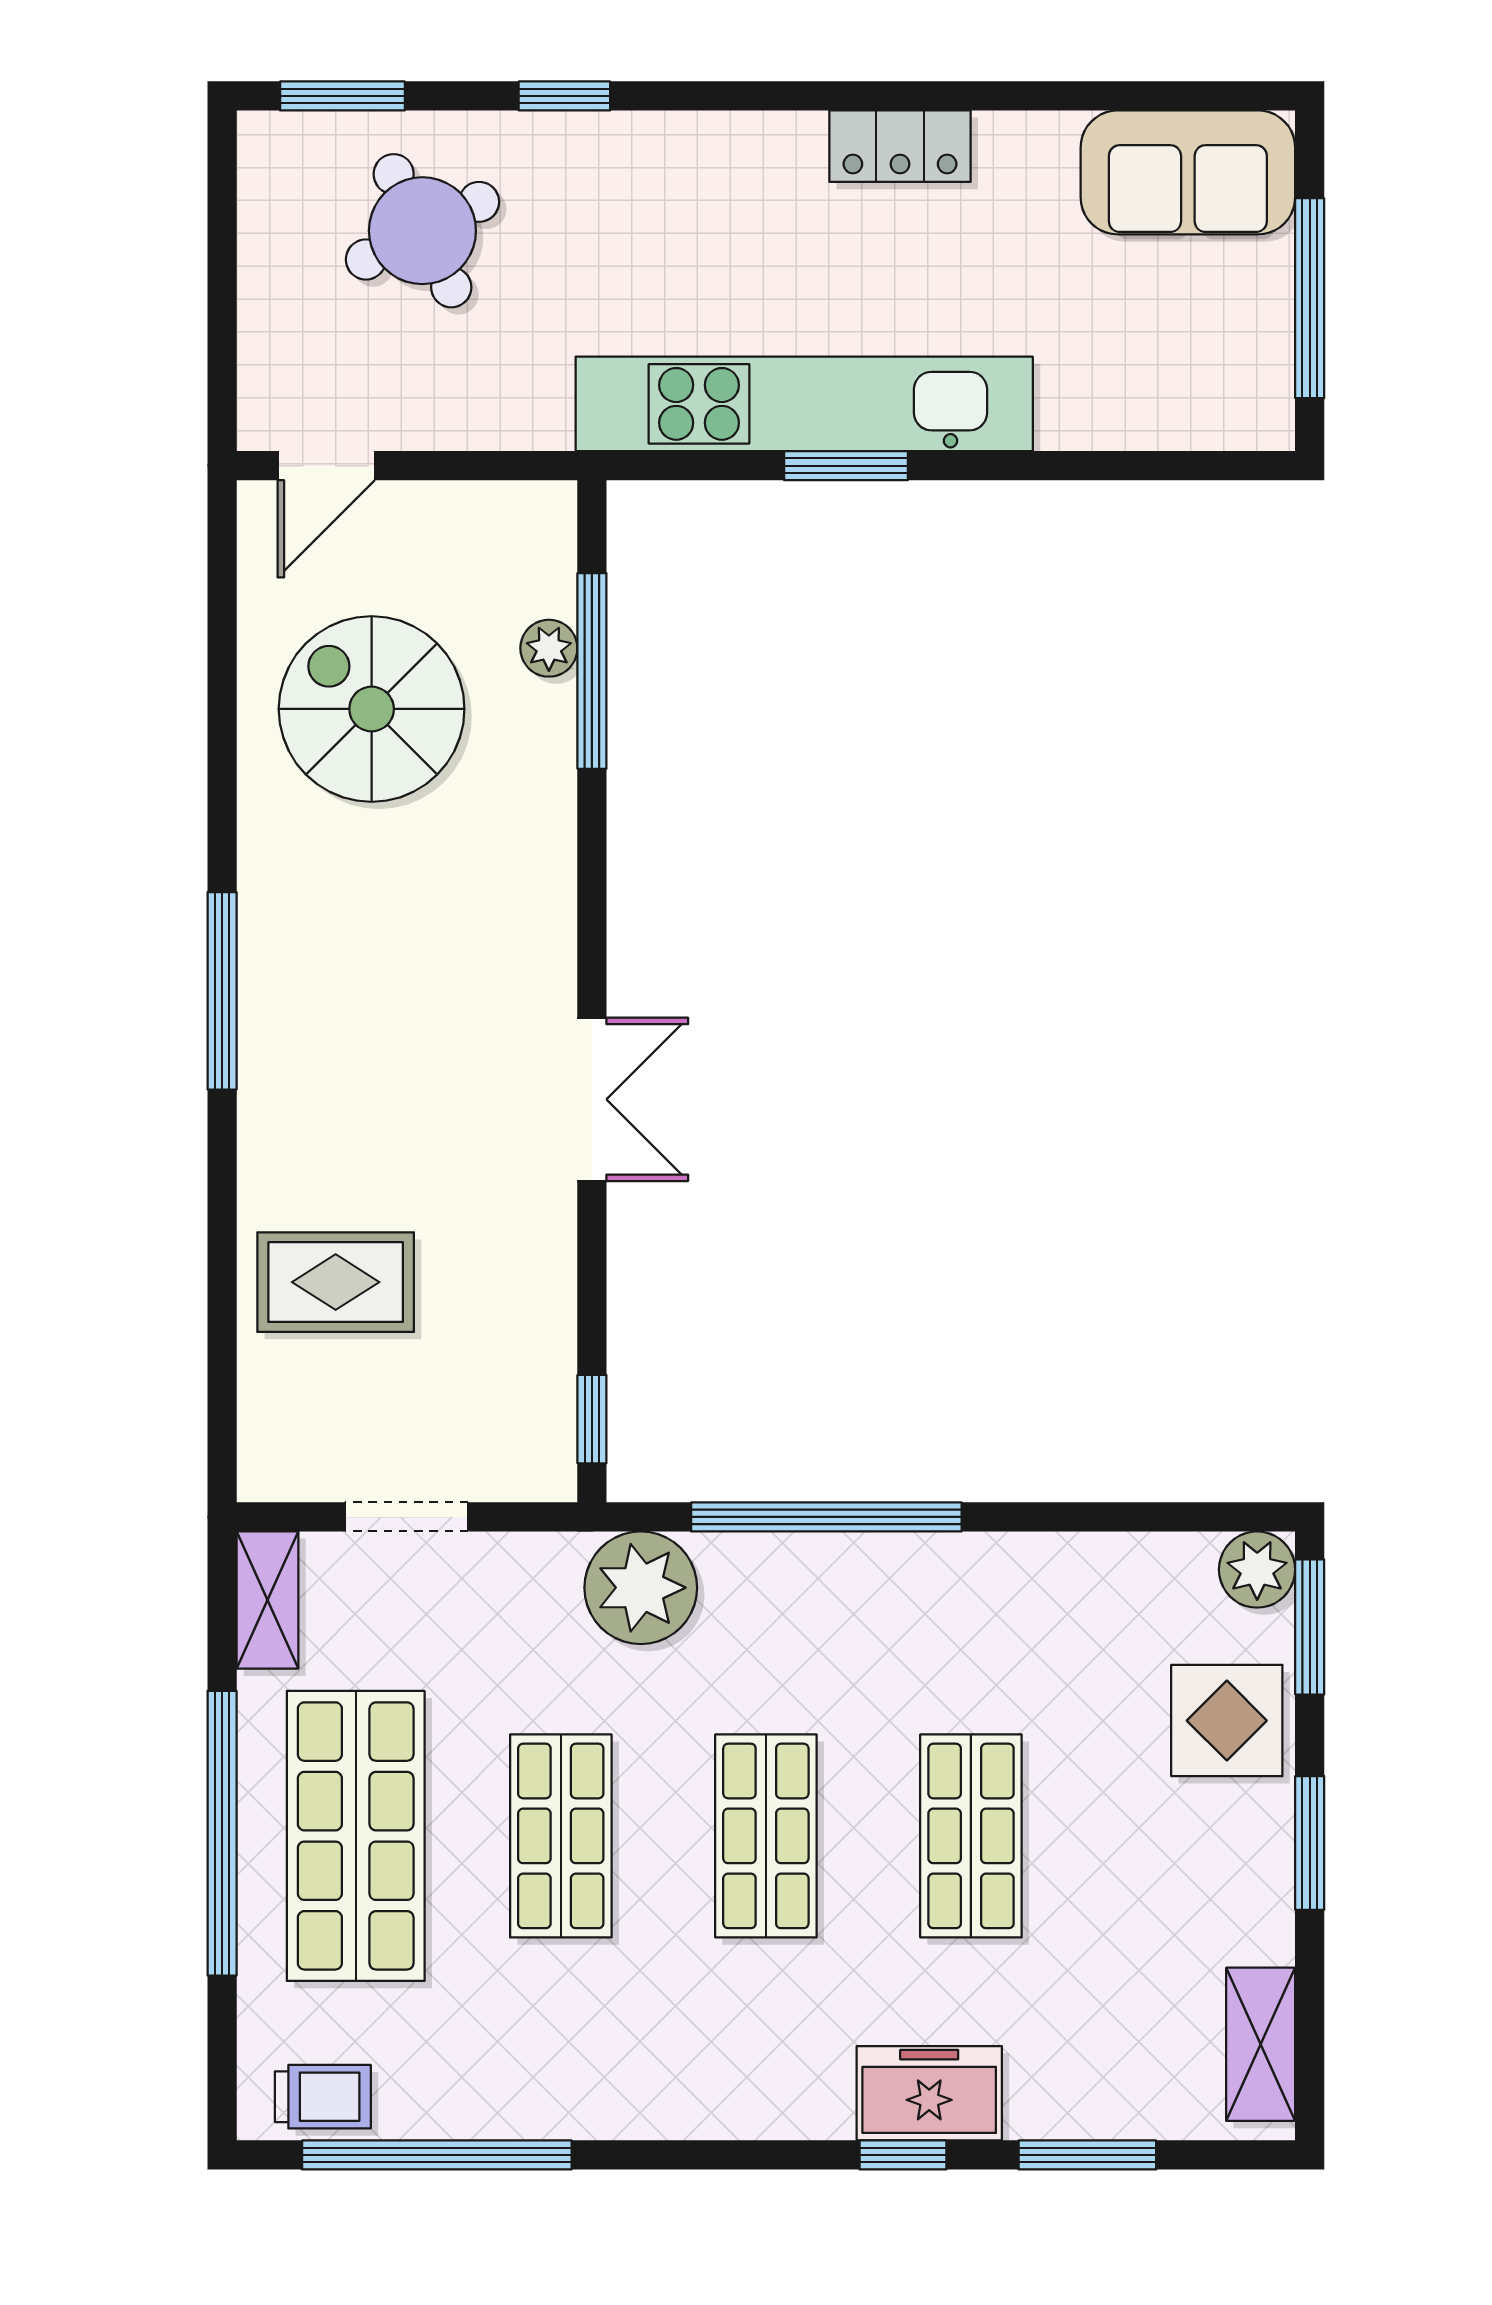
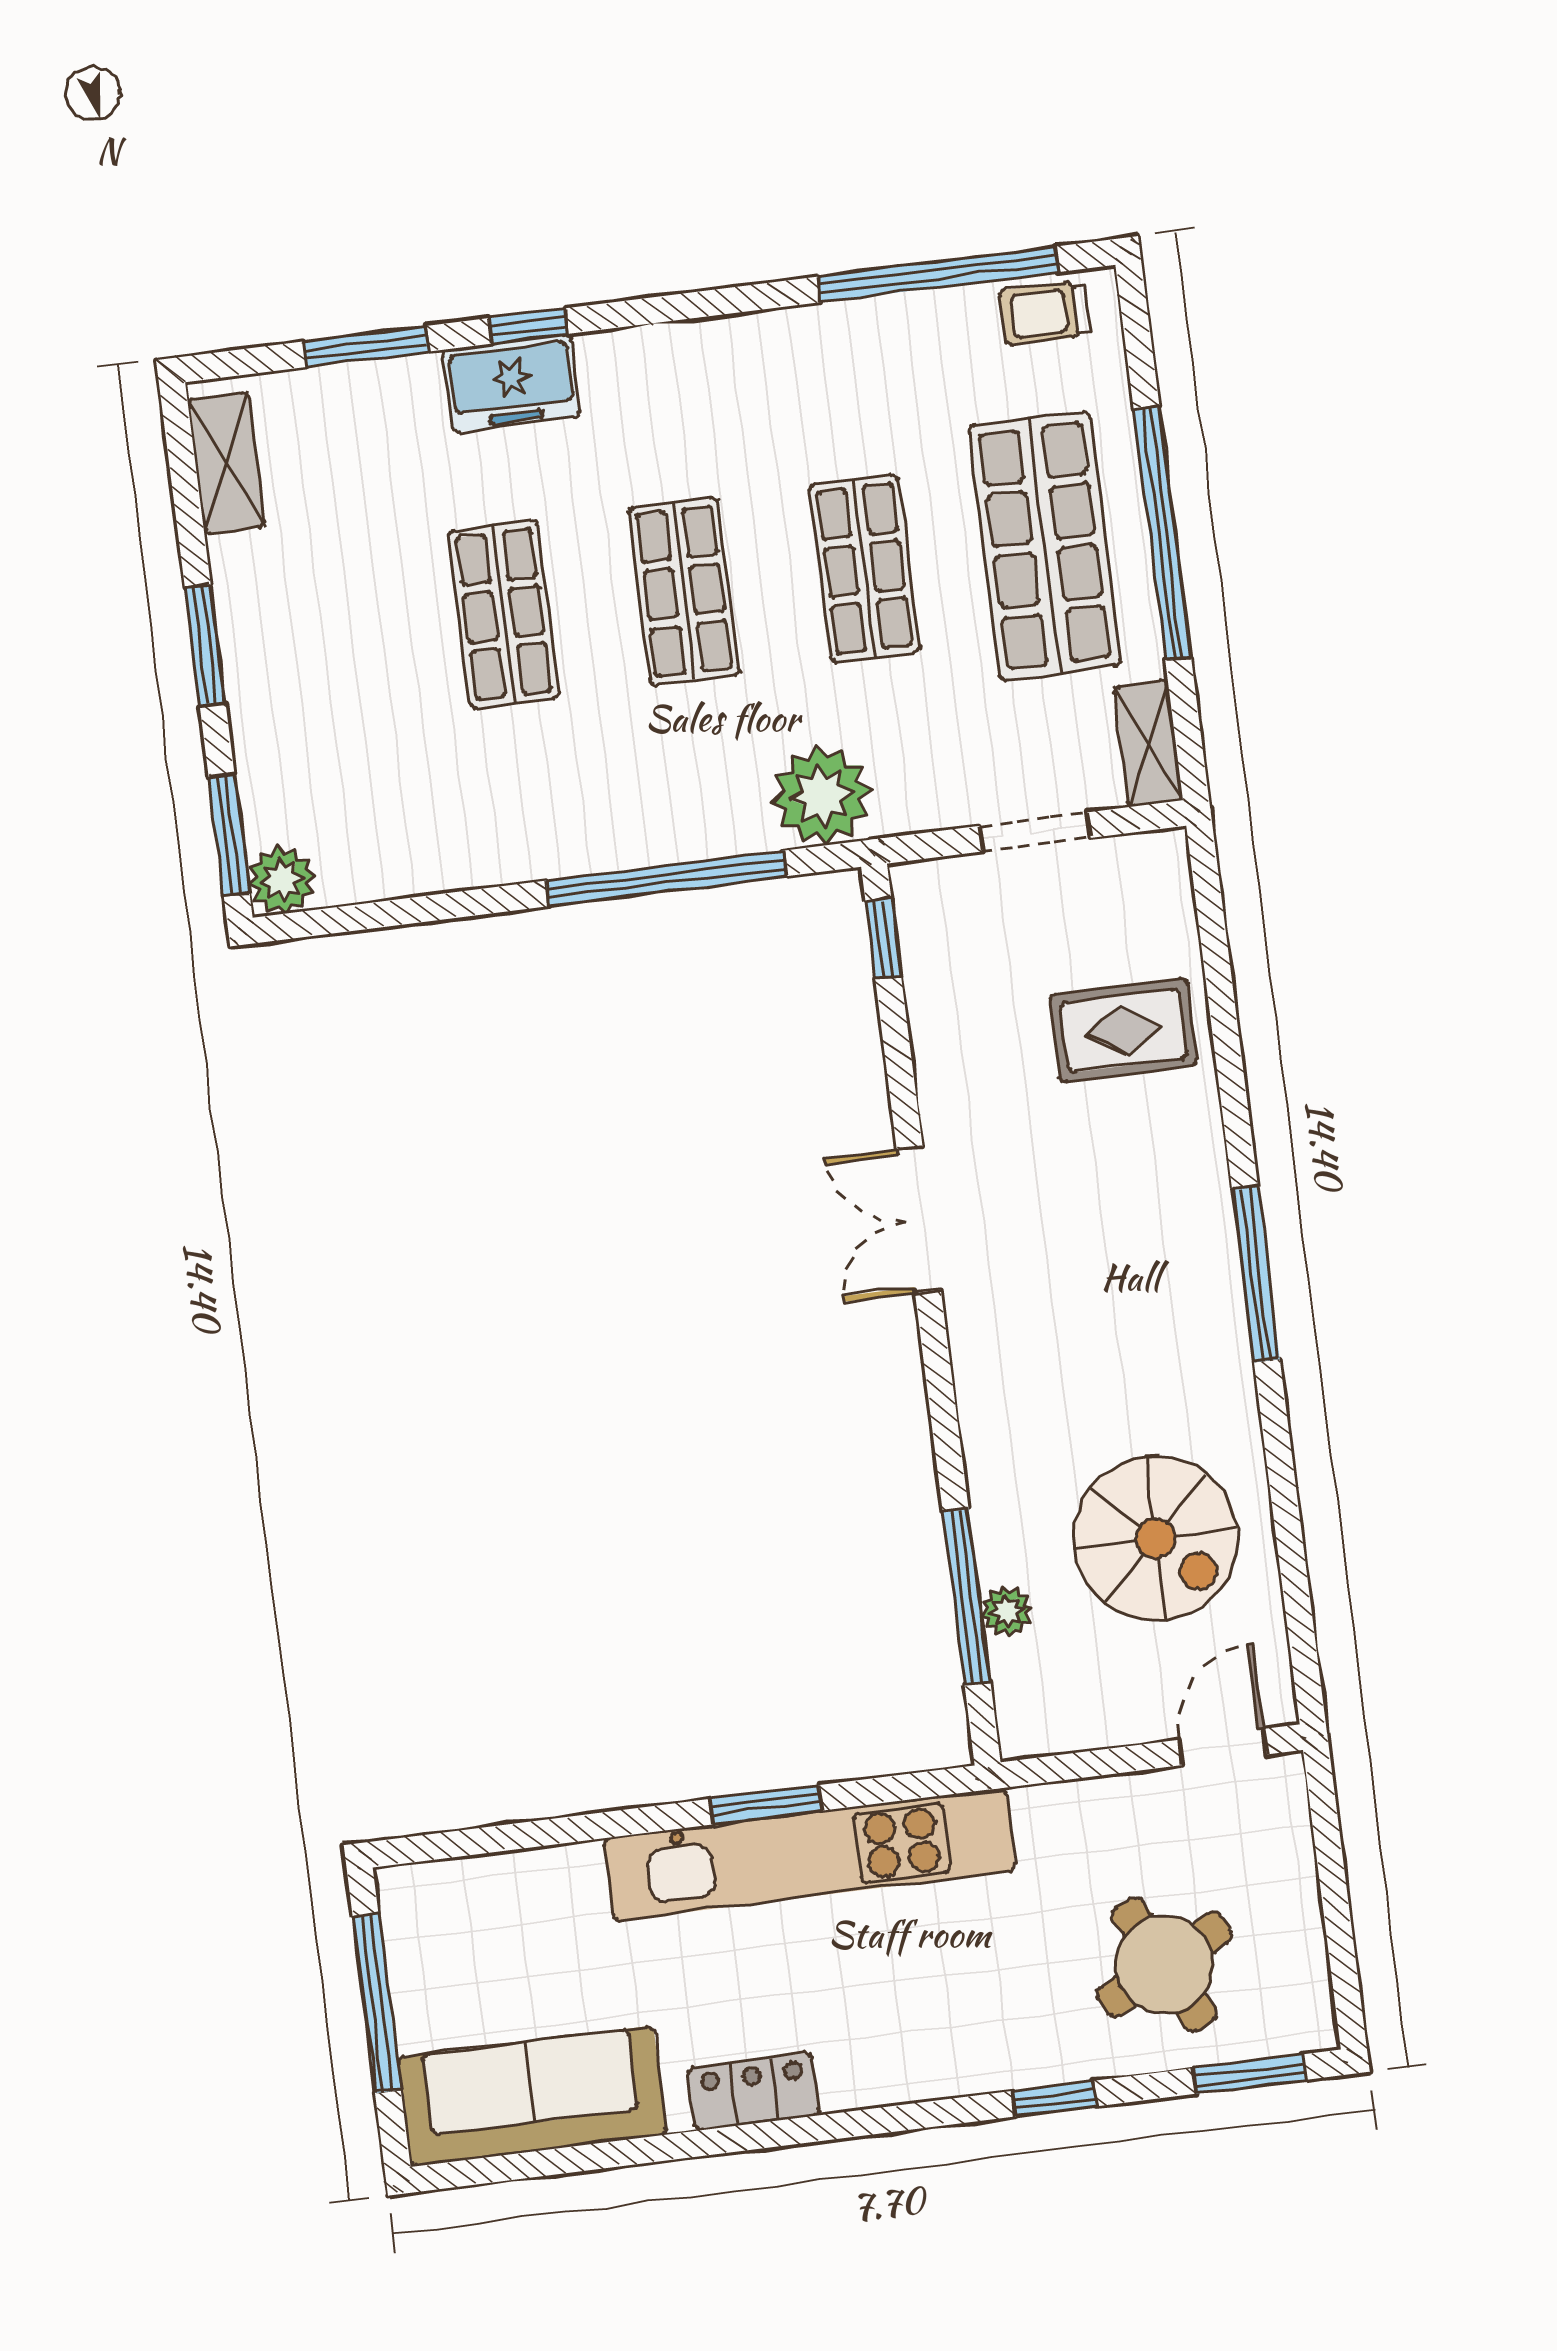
sofa: (1188, 172) -> (532, 2096), width x1.36
display table: (1227, 1721) -> (292, 744), removed

